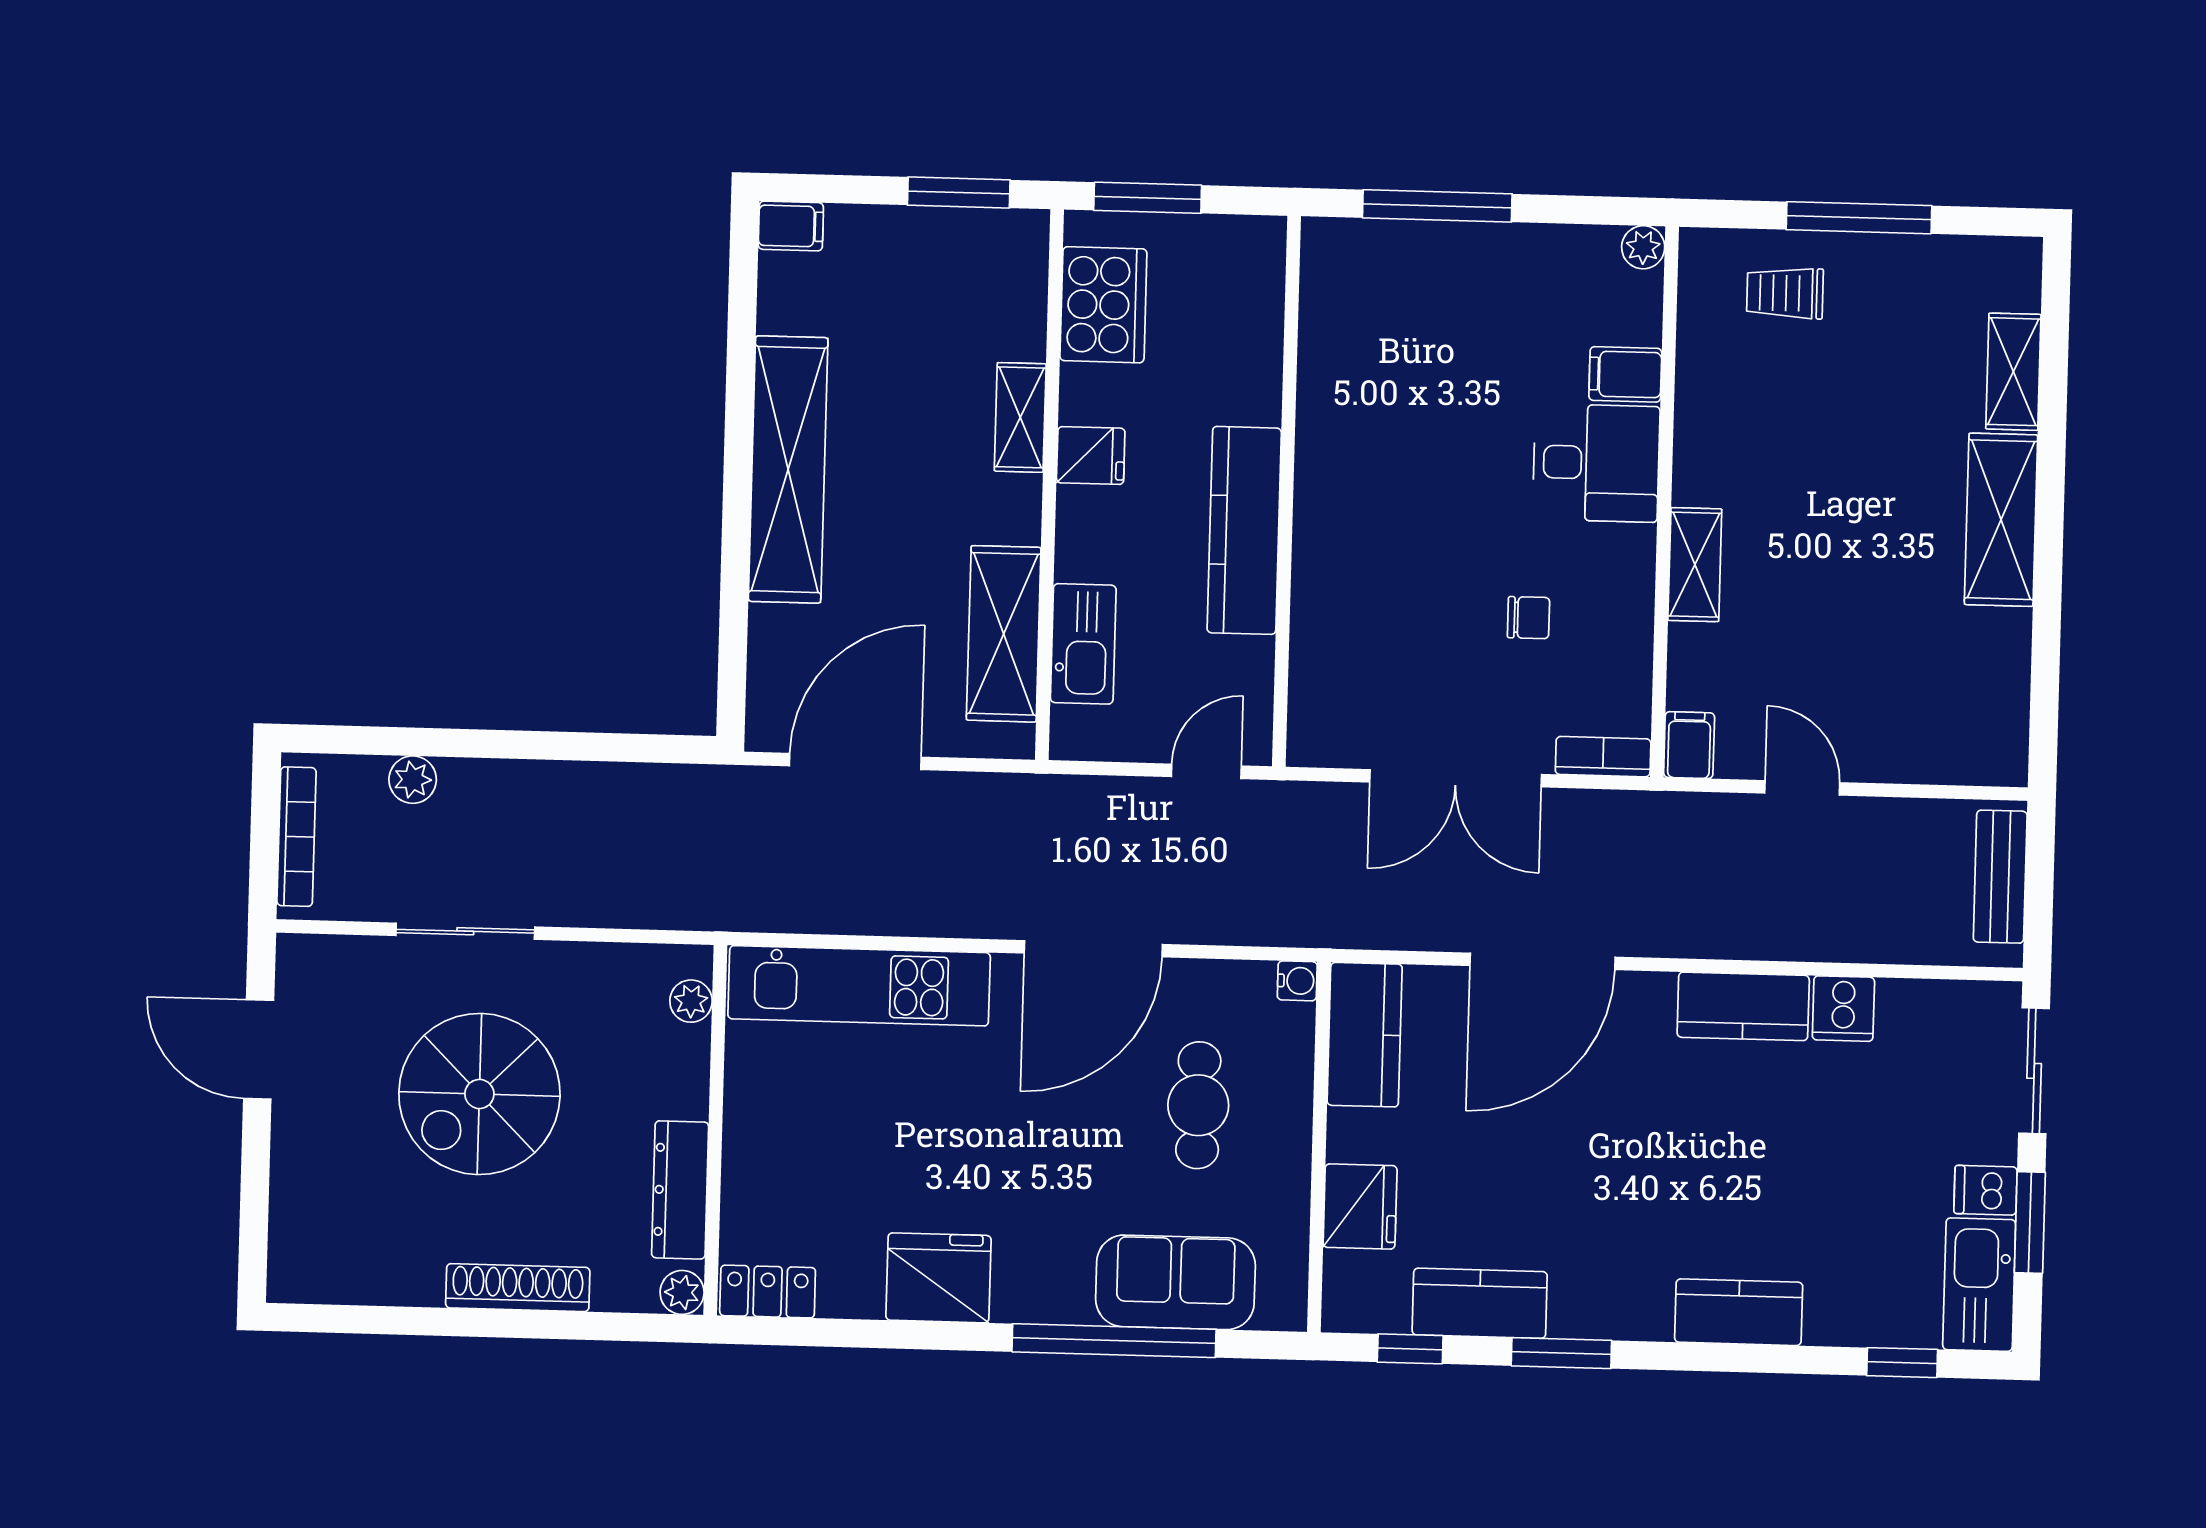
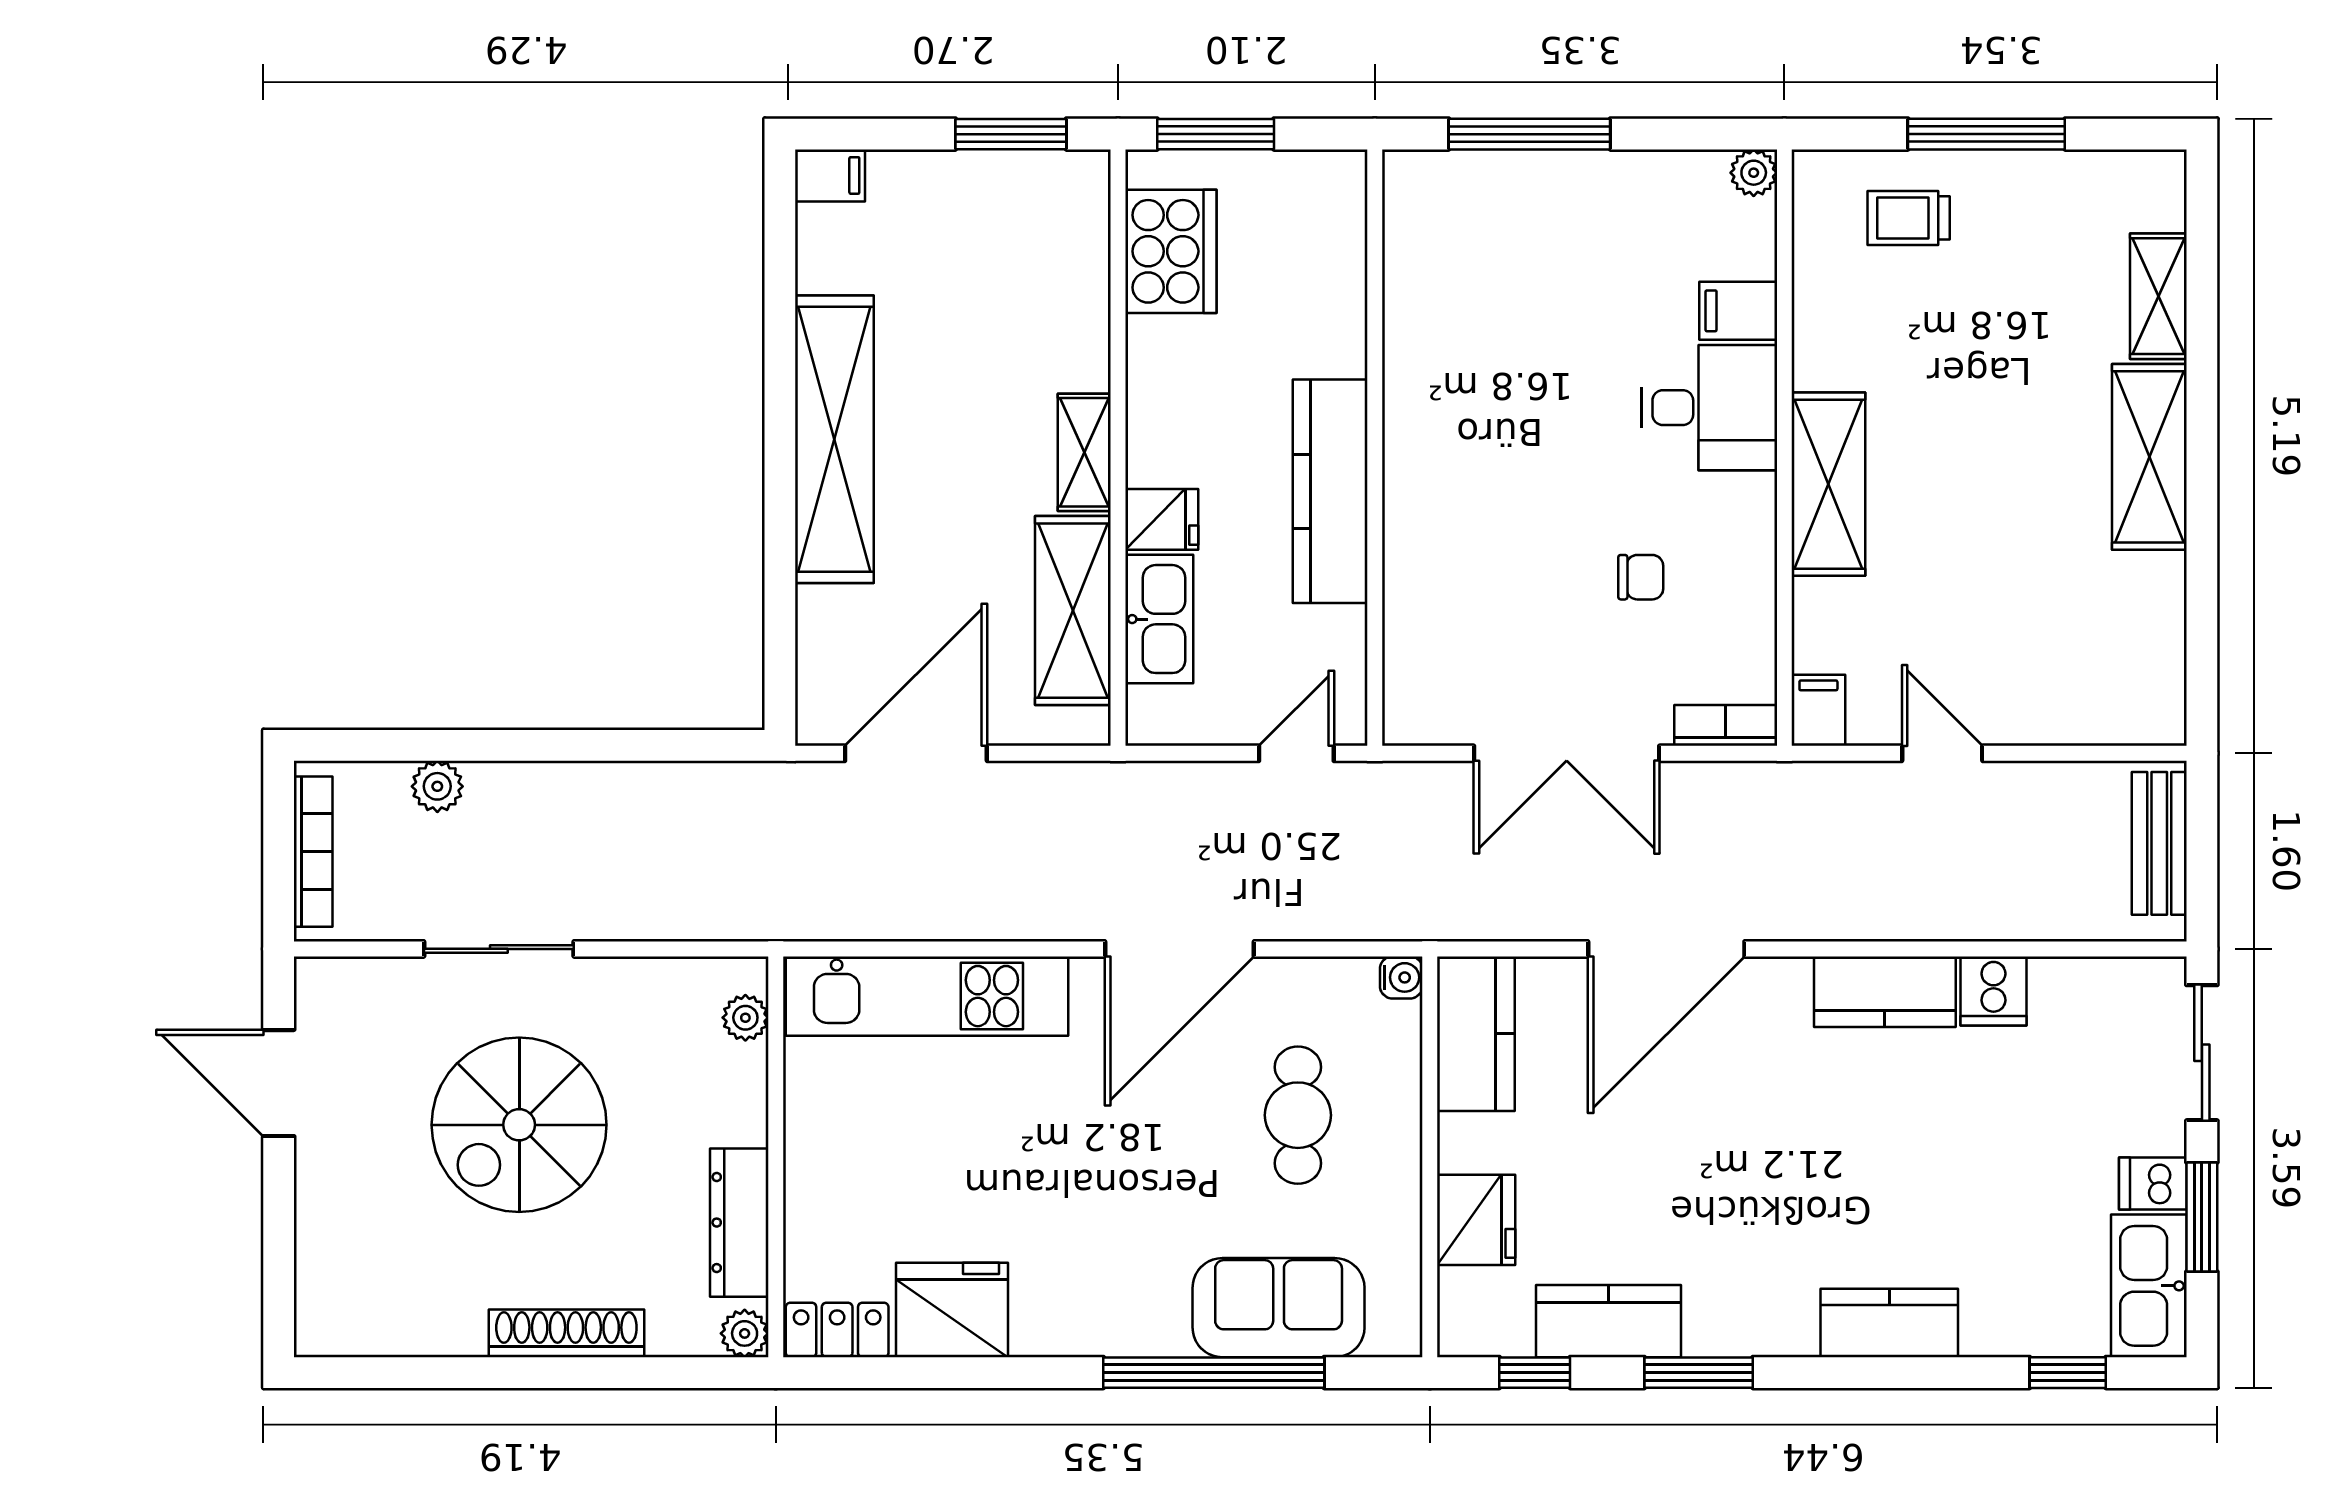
shelving: (1020, 417) -> (1084, 452), moved
fridge: (1091, 456) -> (1162, 519), moved
shelving: (1695, 565) -> (1828, 484), width x1.50, depth x1.33
fridge: (938, 1278) -> (952, 1310), moved

